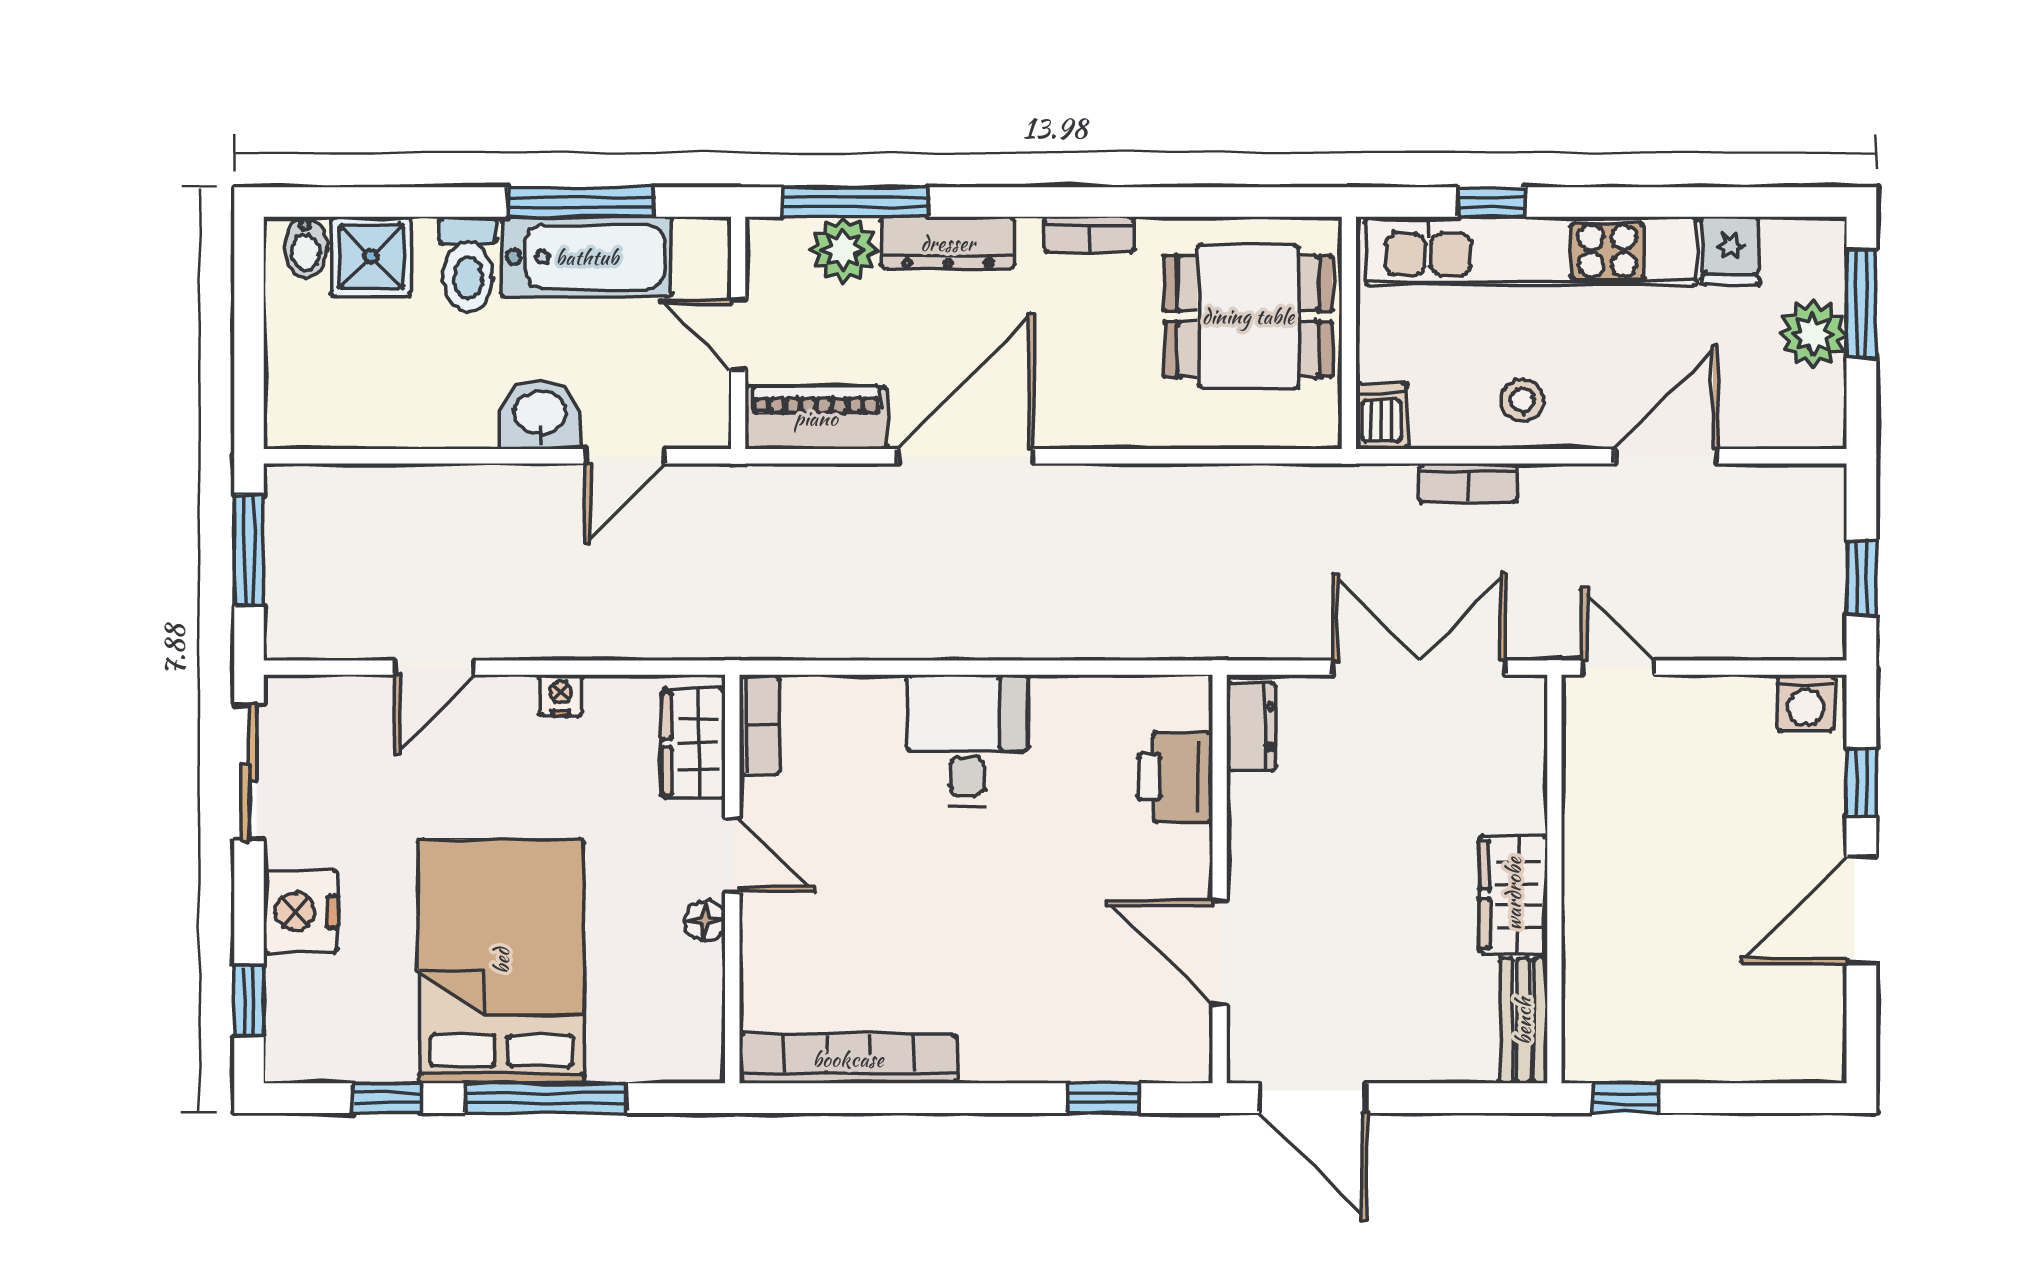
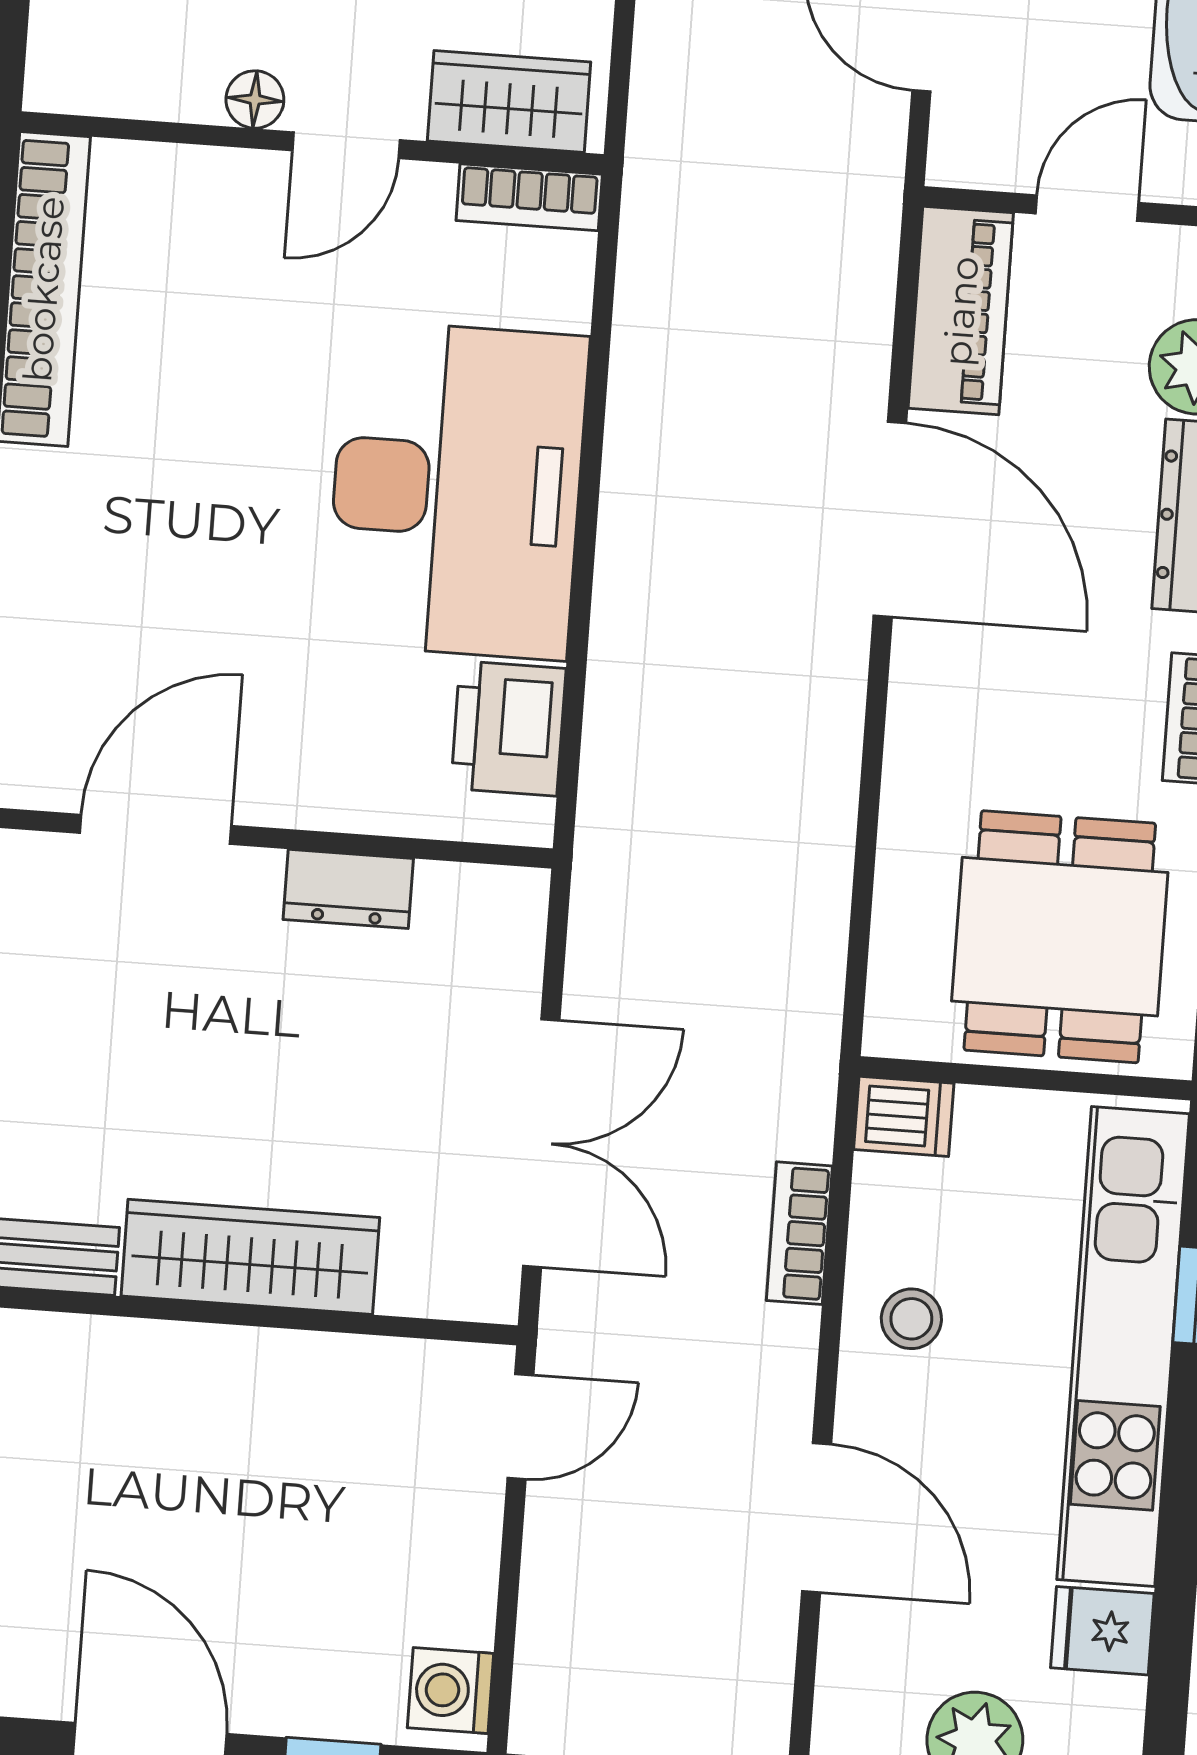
dresser: (1251, 727) -> (348, 889), moved
desk: (967, 740) -> (457, 490), width x1.87, depth x1.30
printer: (1175, 777) -> (508, 728), moved, turned -90
wardrobe: (1513, 894) -> (250, 1257), width x1.50

